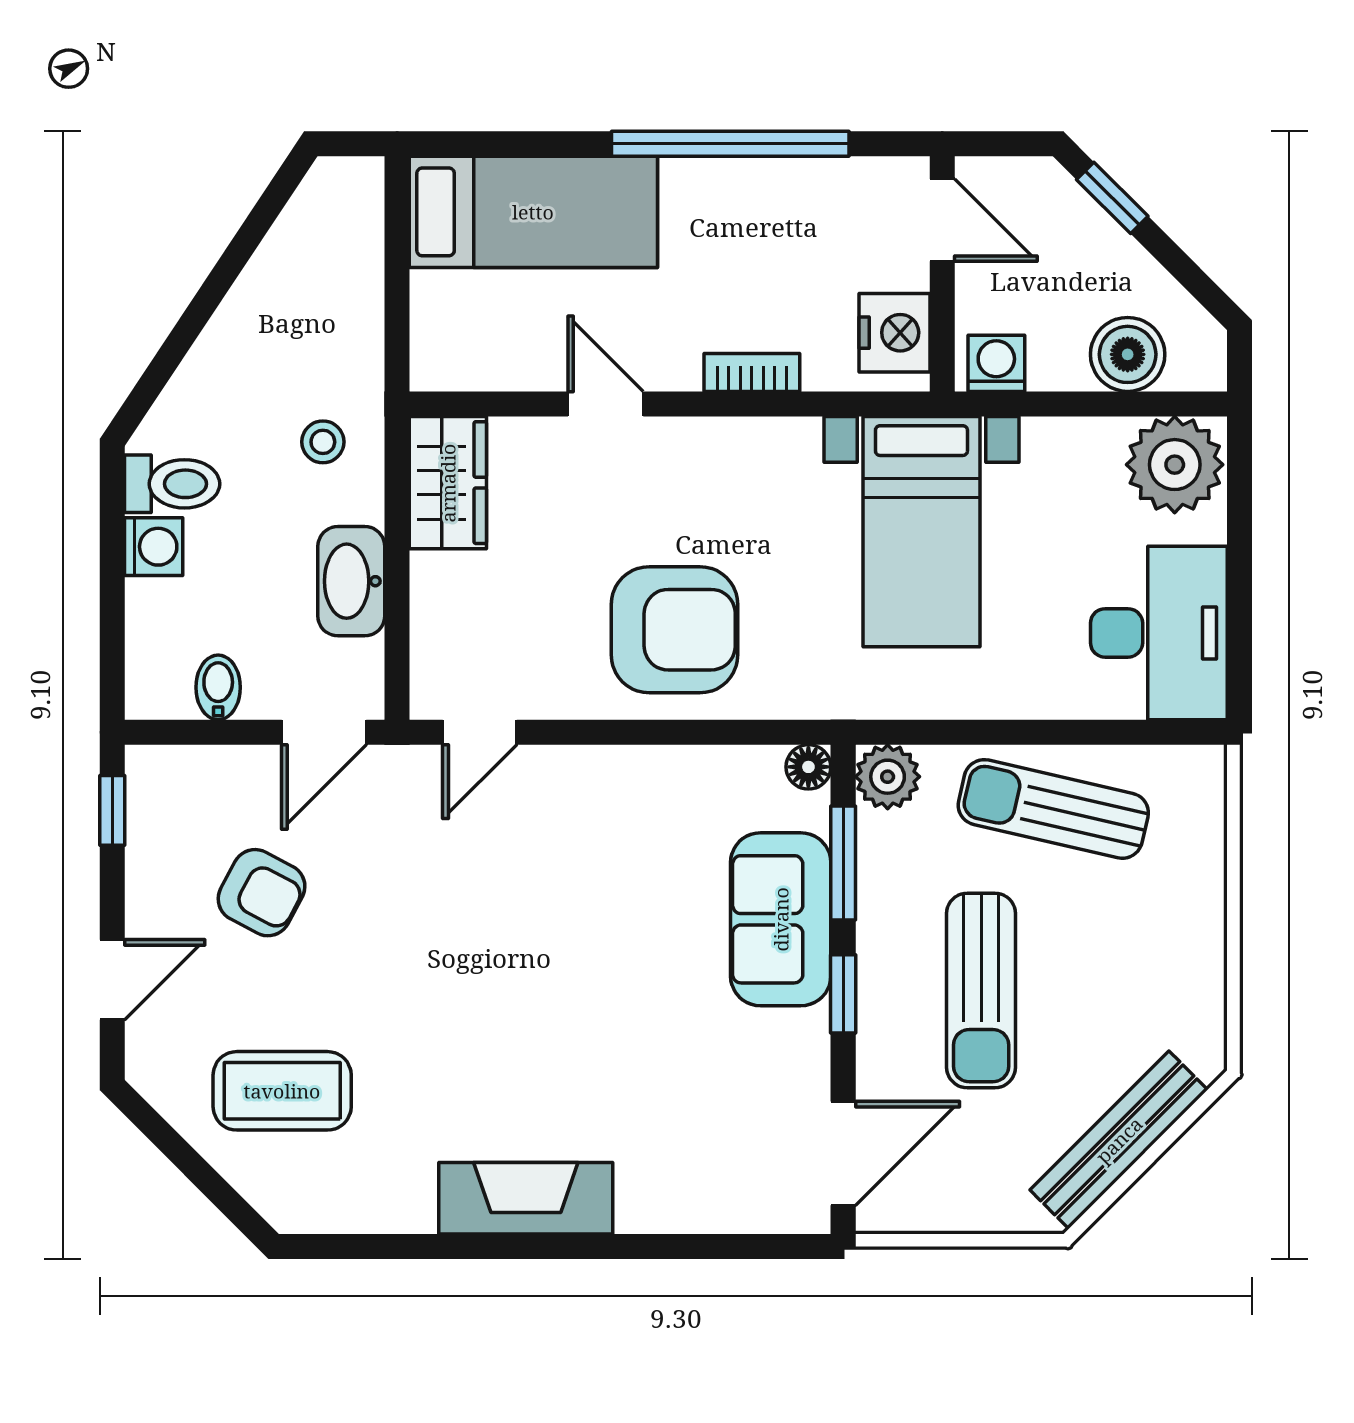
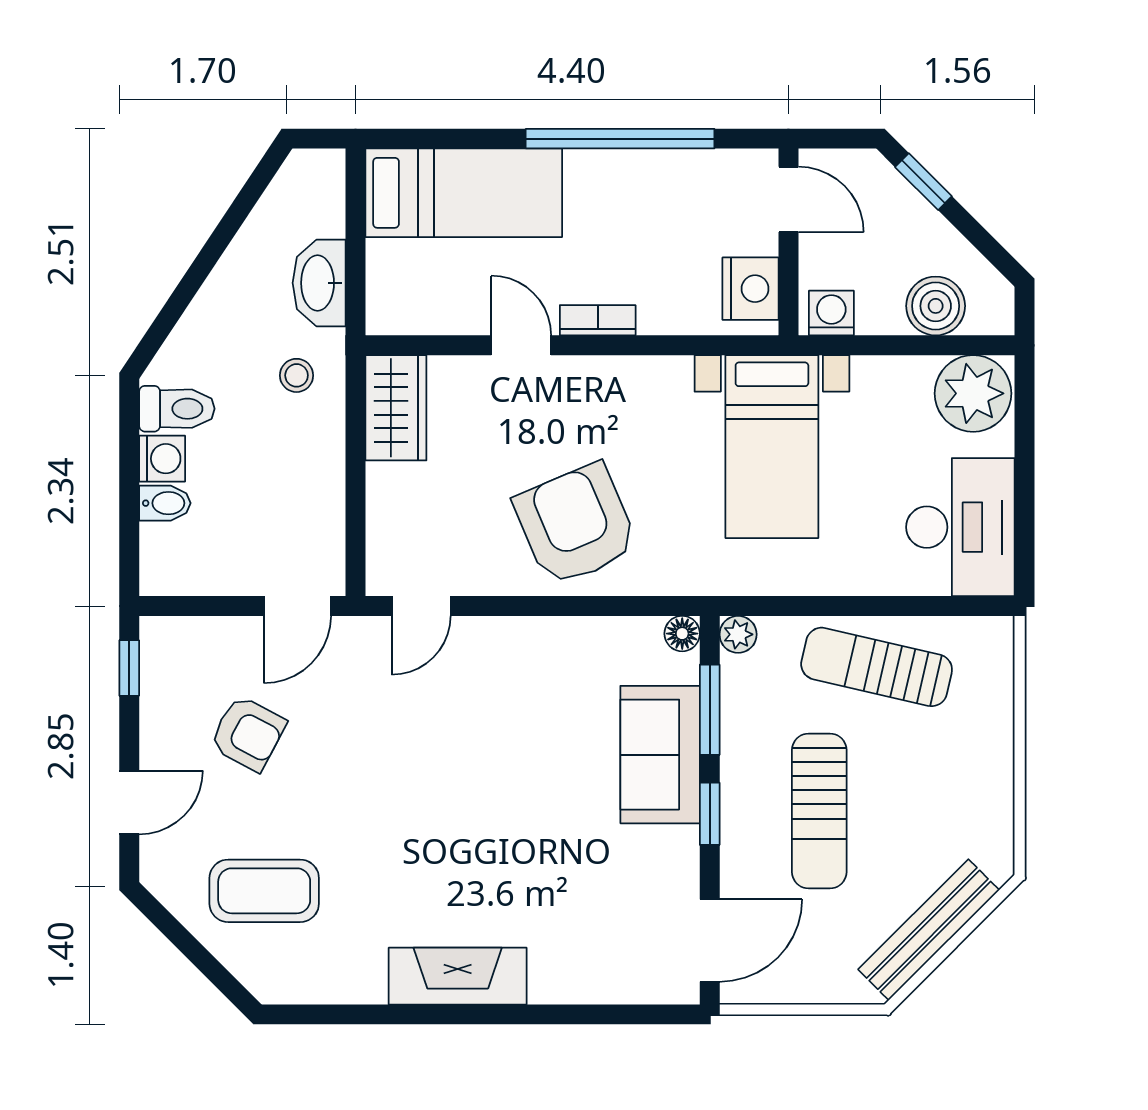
bookcase: (752, 372) -> (598, 320), moved
washbasin: (351, 581) -> (319, 283), moved
armchair: (675, 630) -> (576, 525), turned -113
bidet: (218, 687) -> (165, 503), moved, turned 90
plant: (888, 777) -> (738, 634), width x0.73, depth x0.73

